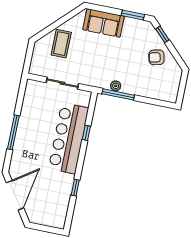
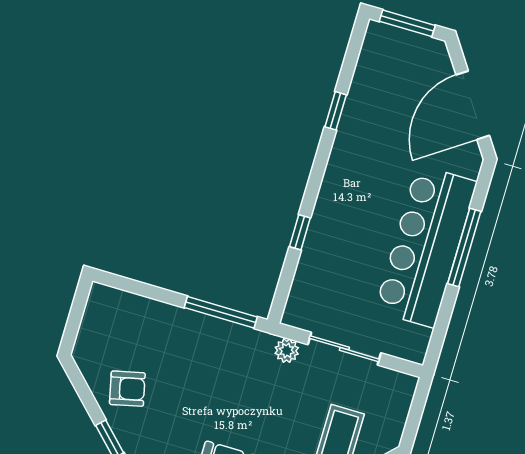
plant: (116, 86) -> (287, 351), moved
bar counter: (68, 138) -> (426, 246), moved, turned 180
window: (47, 229) -> (407, 23), added

